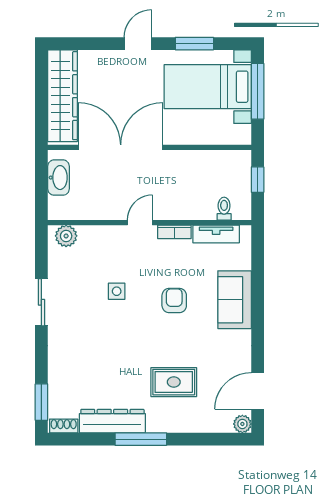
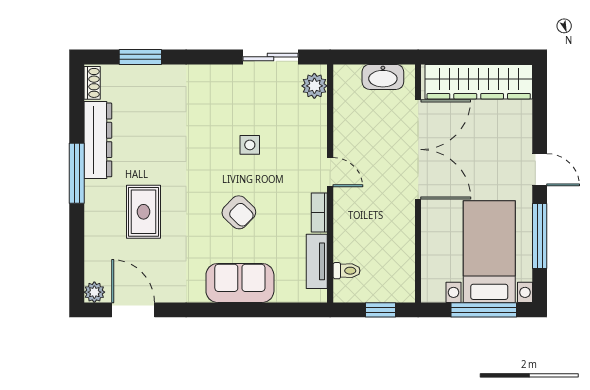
window: (194, 44) -> (540, 236), width x1.44
armchair: (174, 301) -> (239, 212), turned 44
sliding door: (41, 302) -> (271, 57), moved
window: (41, 402) -> (140, 57), moved

